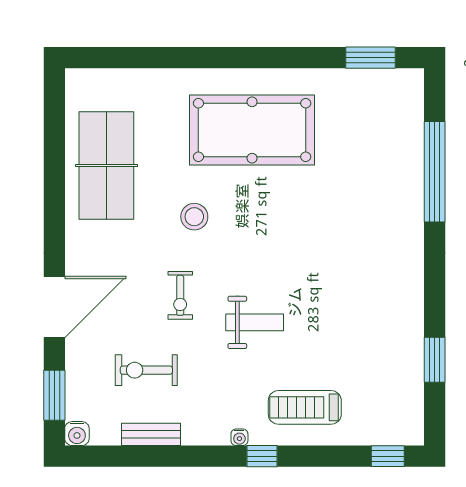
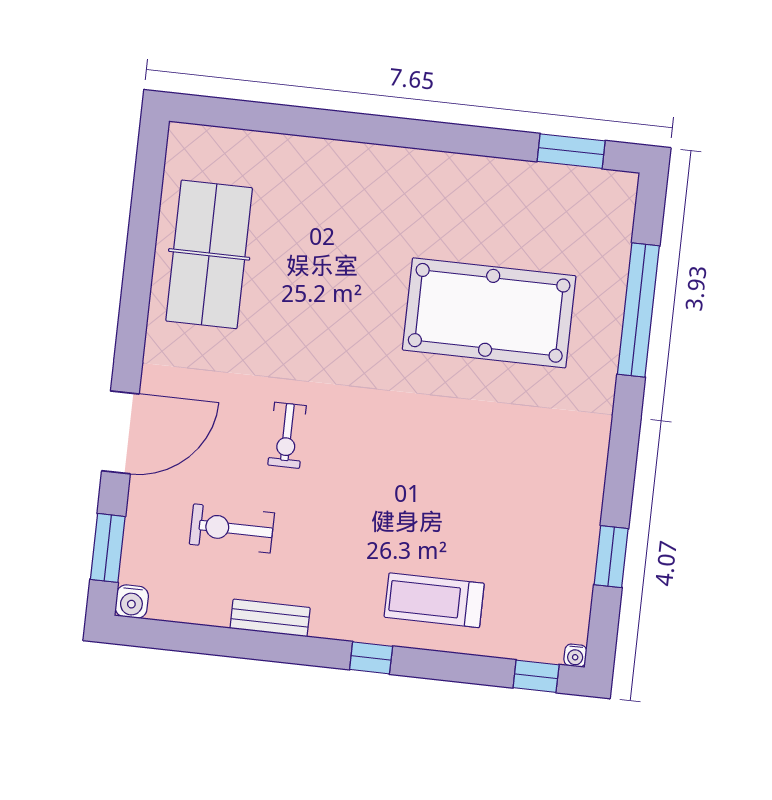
pool table: (252, 130) -> (489, 313), moved
stool: (194, 217) -> (317, 334), removed
weight bench: (255, 322) -> (381, 482), removed
bench: (151, 434) -> (270, 618), moved
water cooler: (239, 437) -> (575, 656), moved

